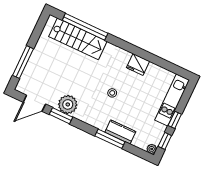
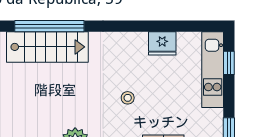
fridge: (138, 64) -> (162, 43), moved
window: (175, 120) -> (229, 63), moved

